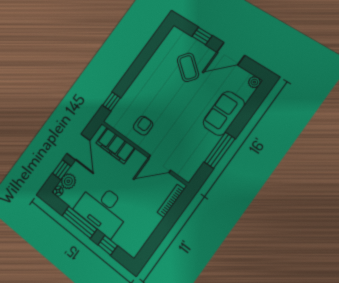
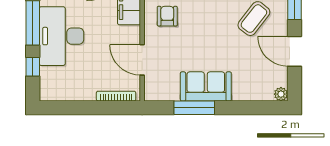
sofa: (224, 113) -> (206, 86), moved
armchair: (143, 126) -> (167, 16), turned -90

